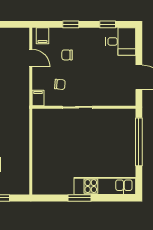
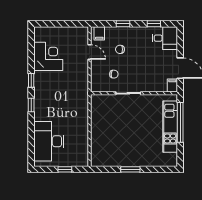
filing cabinet: (38, 98) -> (172, 86), moved
kitchen unit: (105, 186) -> (170, 127), moved, turned -90

